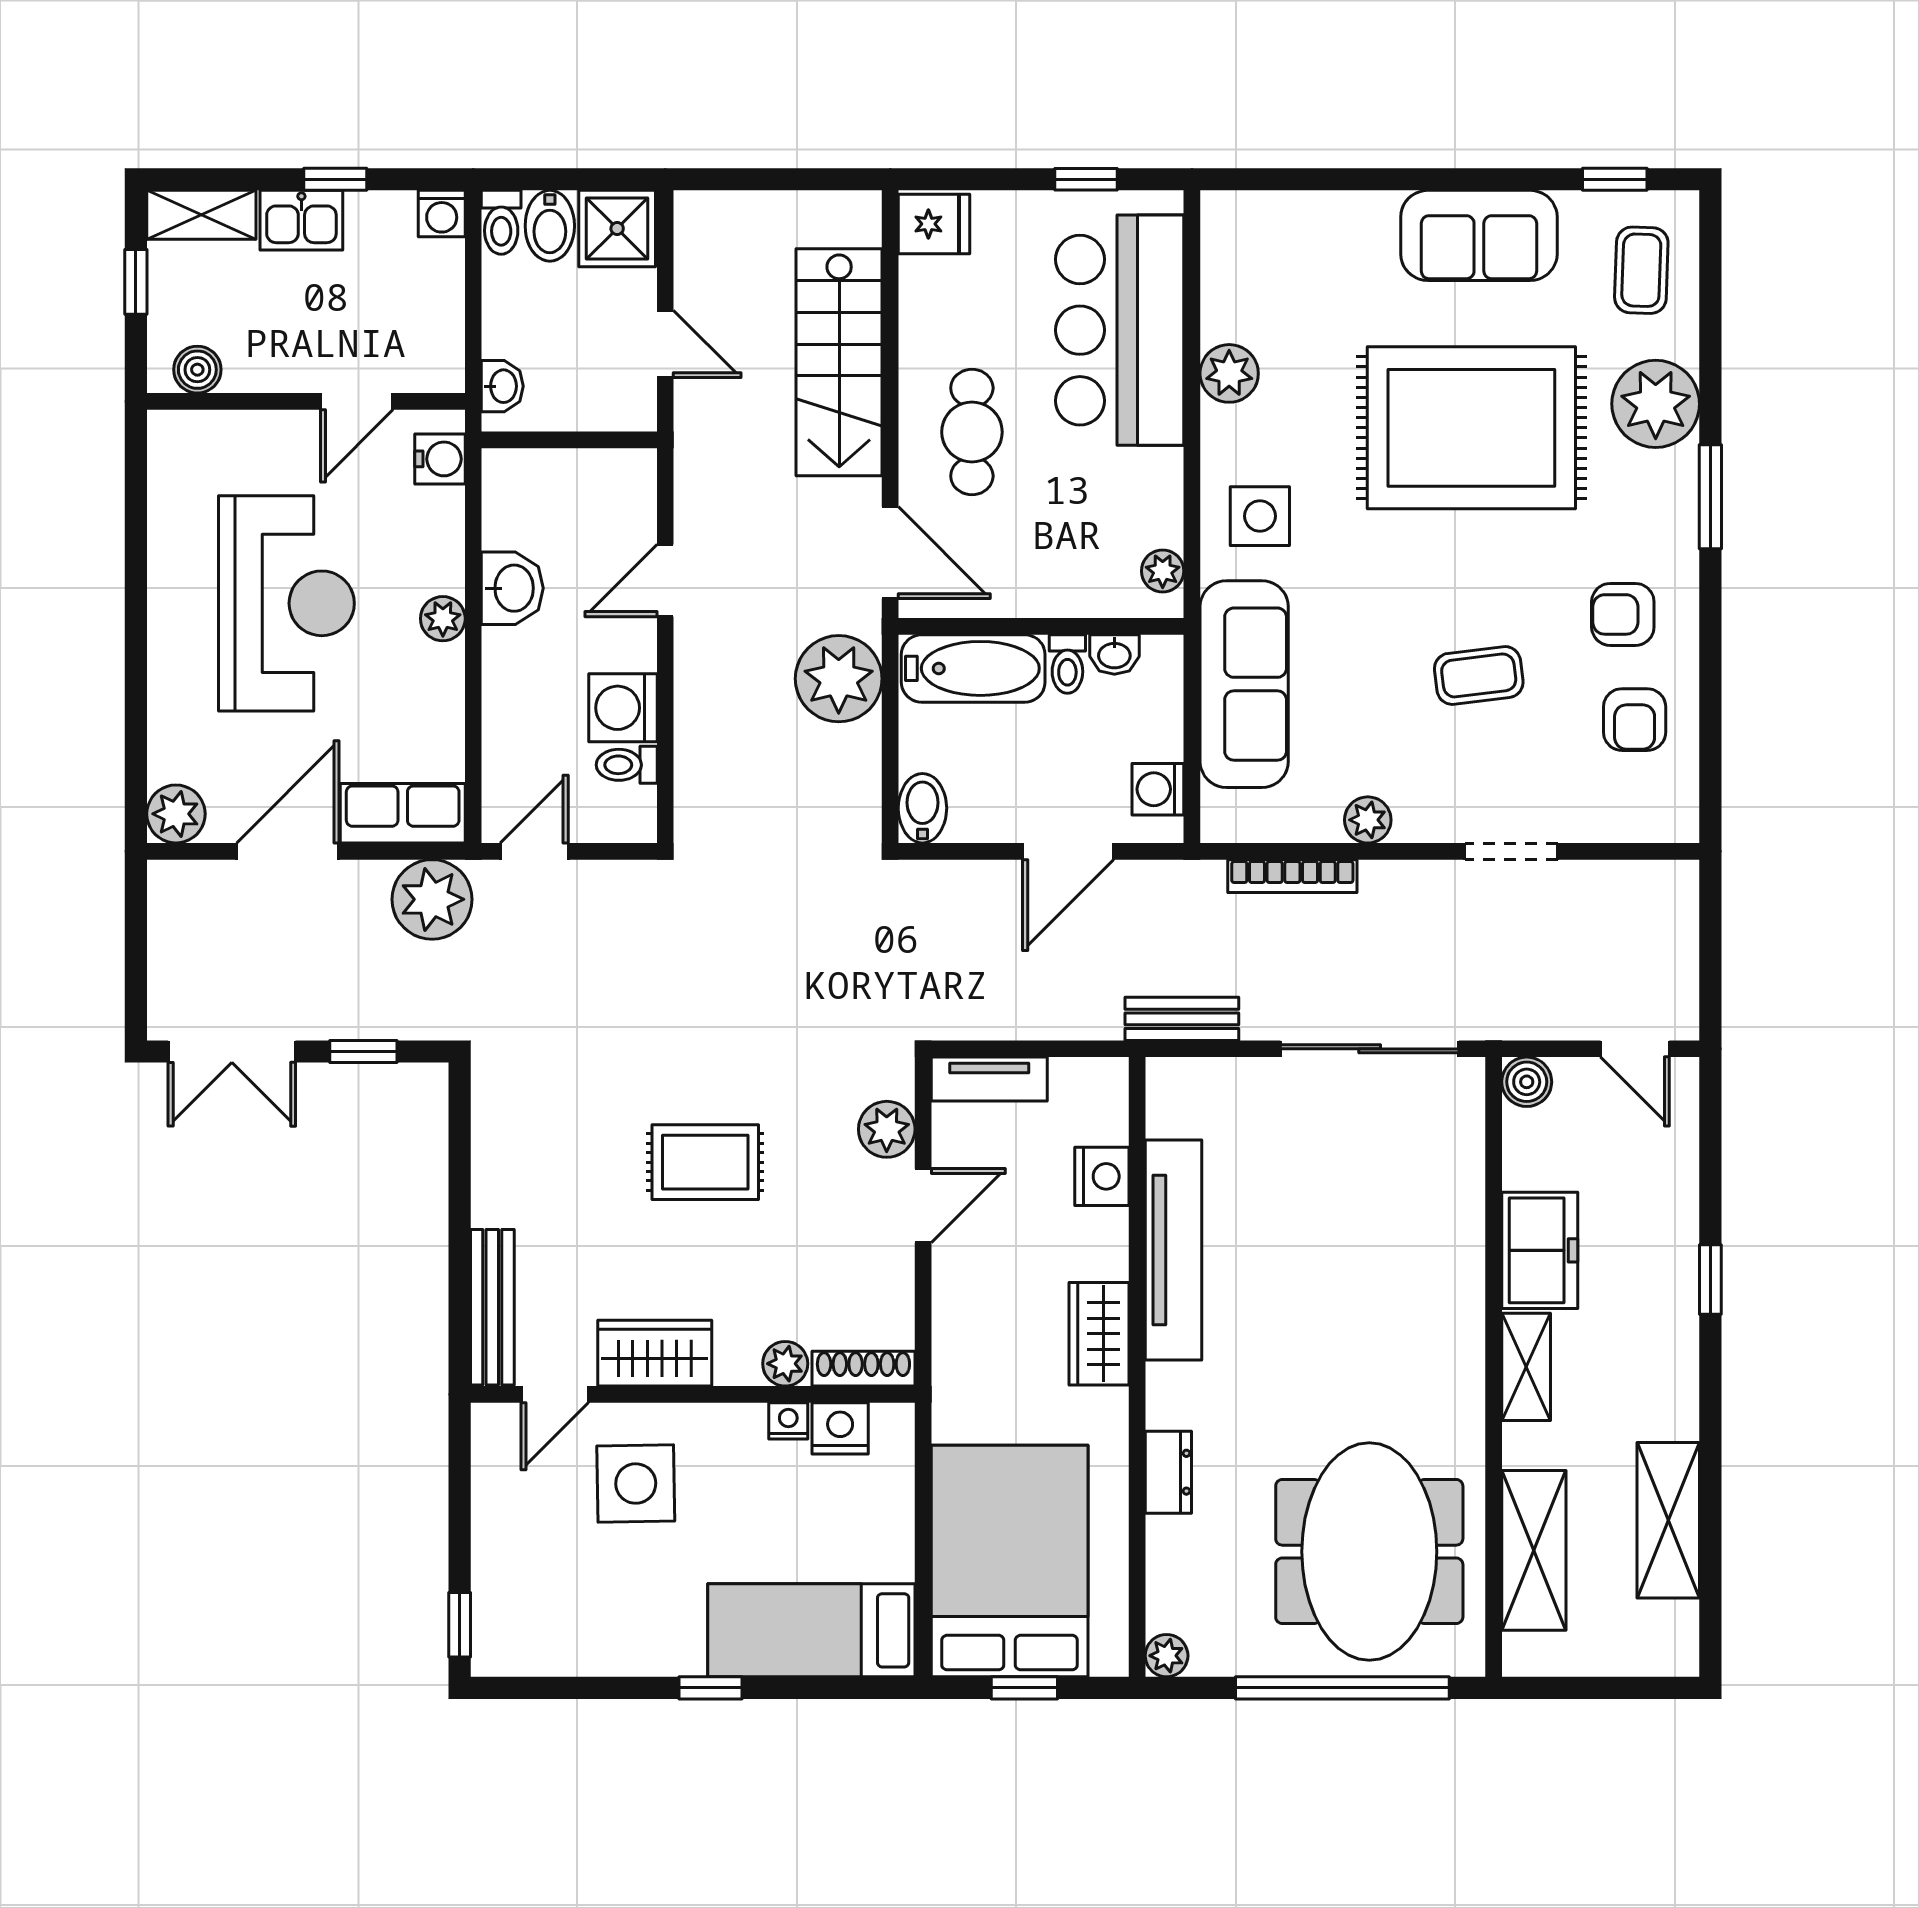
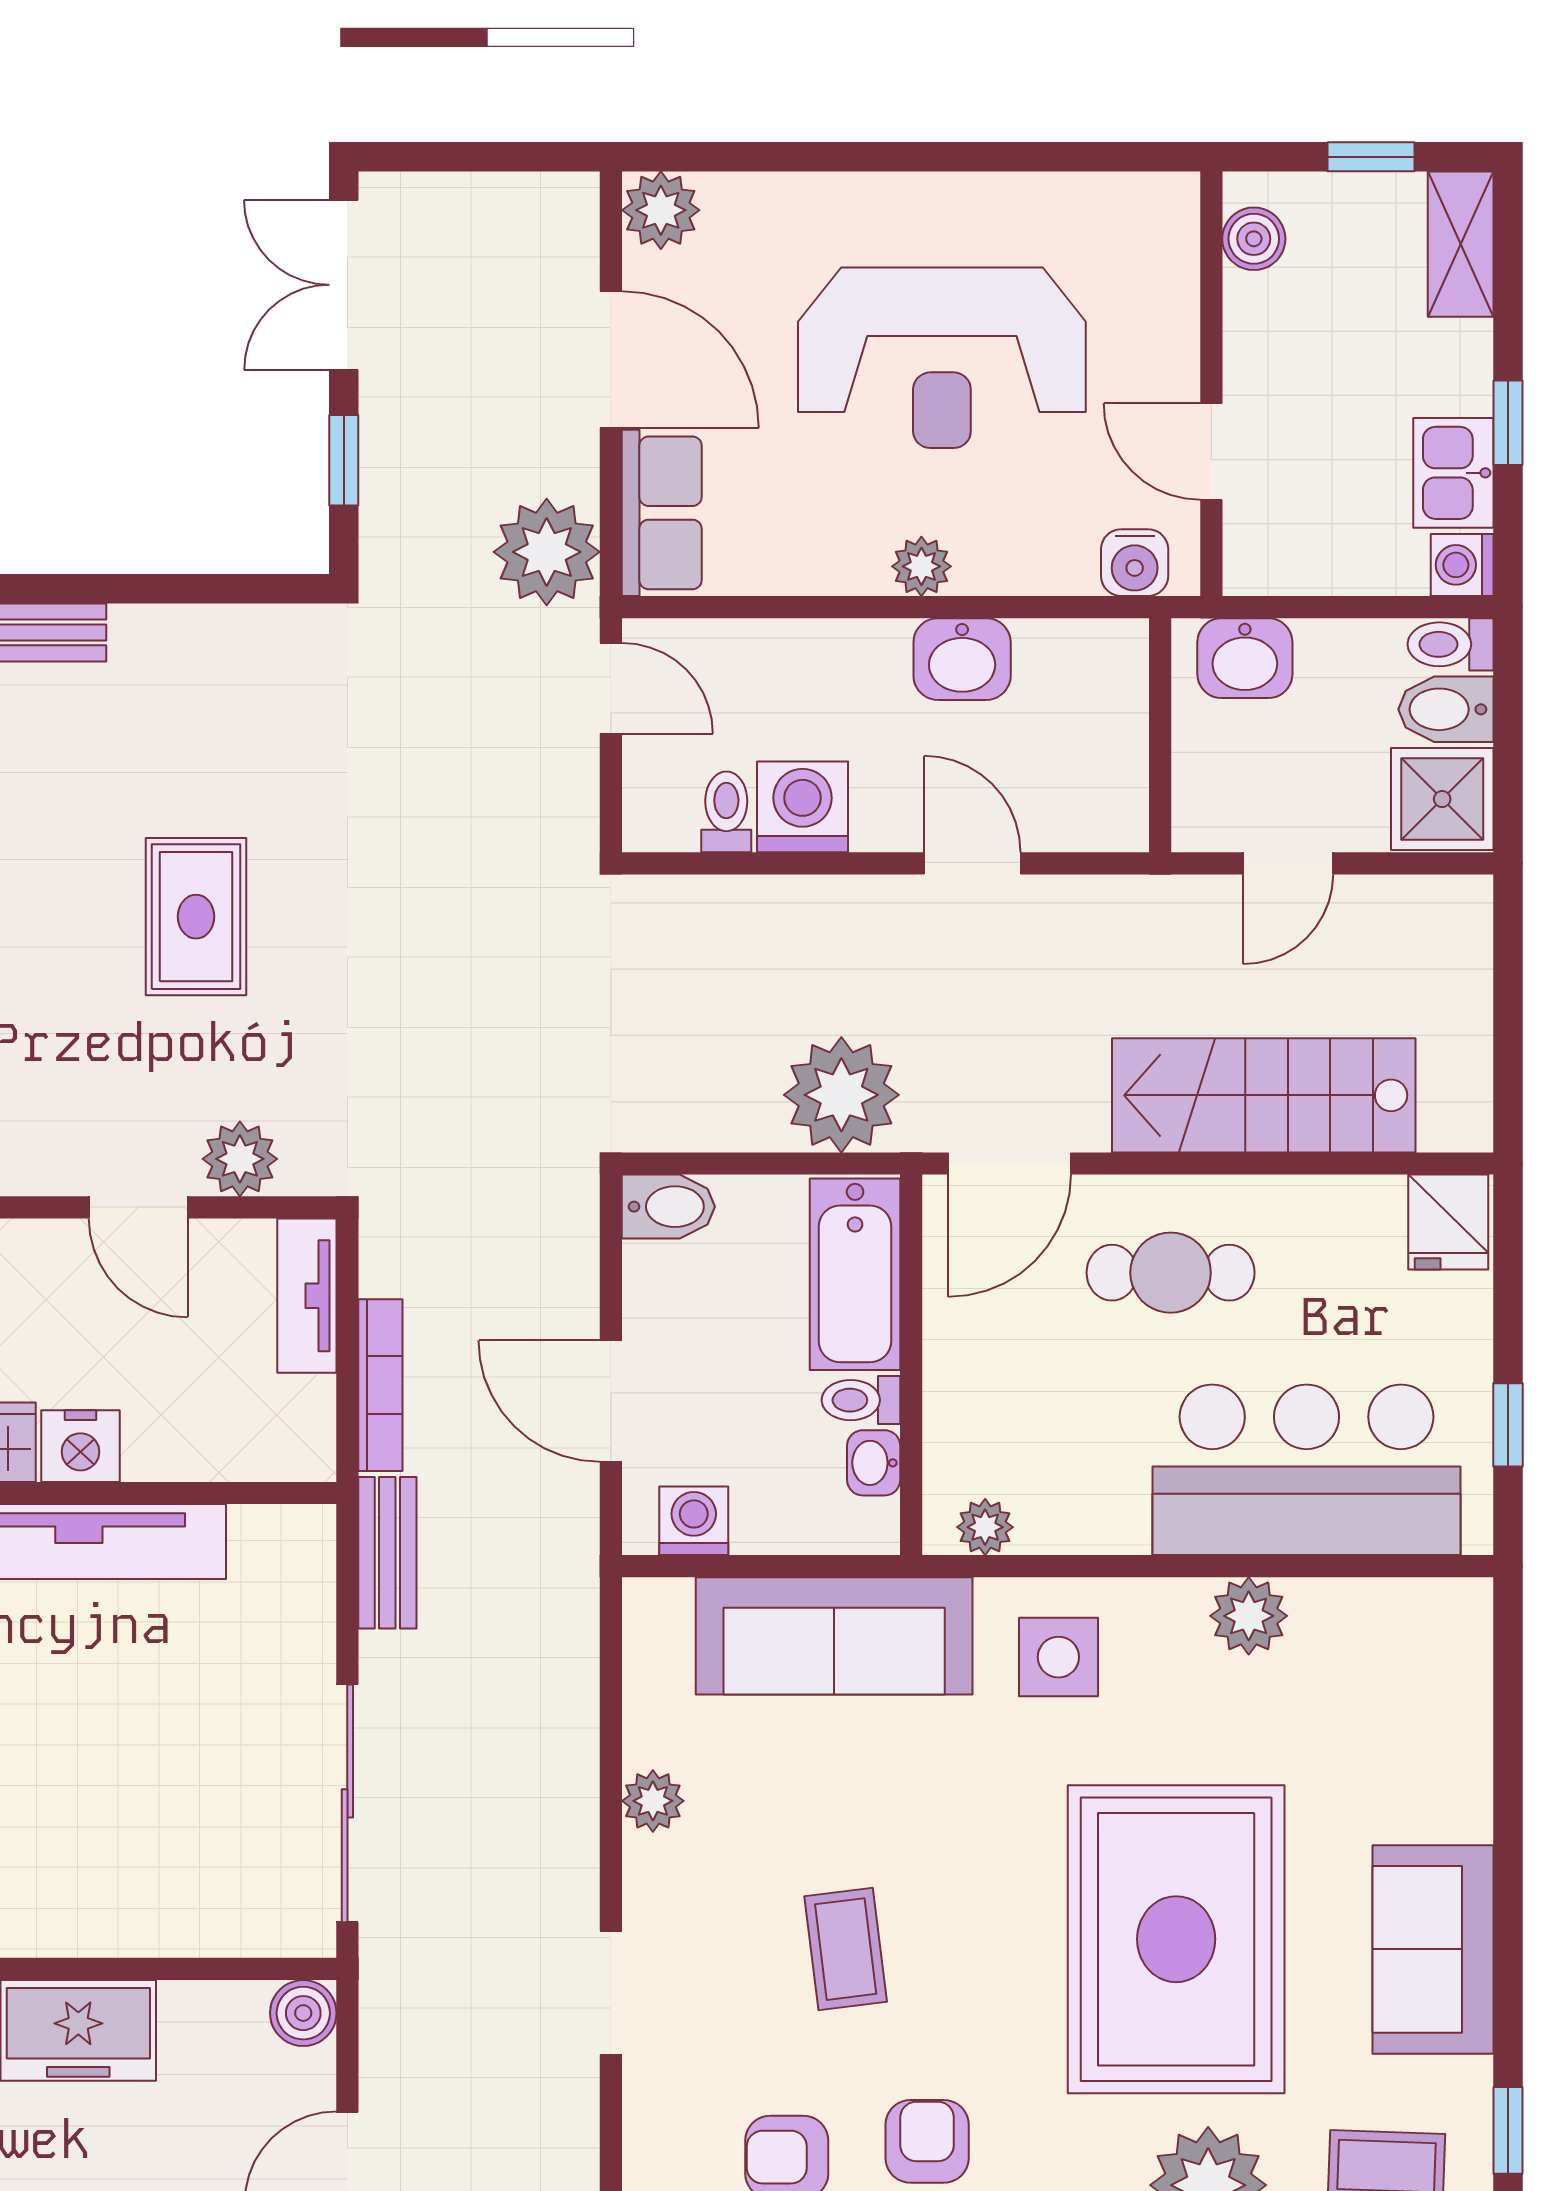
kitchen sink: (301, 220) -> (1453, 473), moved
washbasin: (502, 386) -> (1245, 658), width x1.38, depth x1.45
bookcase: (1292, 876) -> (380, 1385), moved, turned 180
nightstand: (1102, 1176) -> (80, 1446), moved

